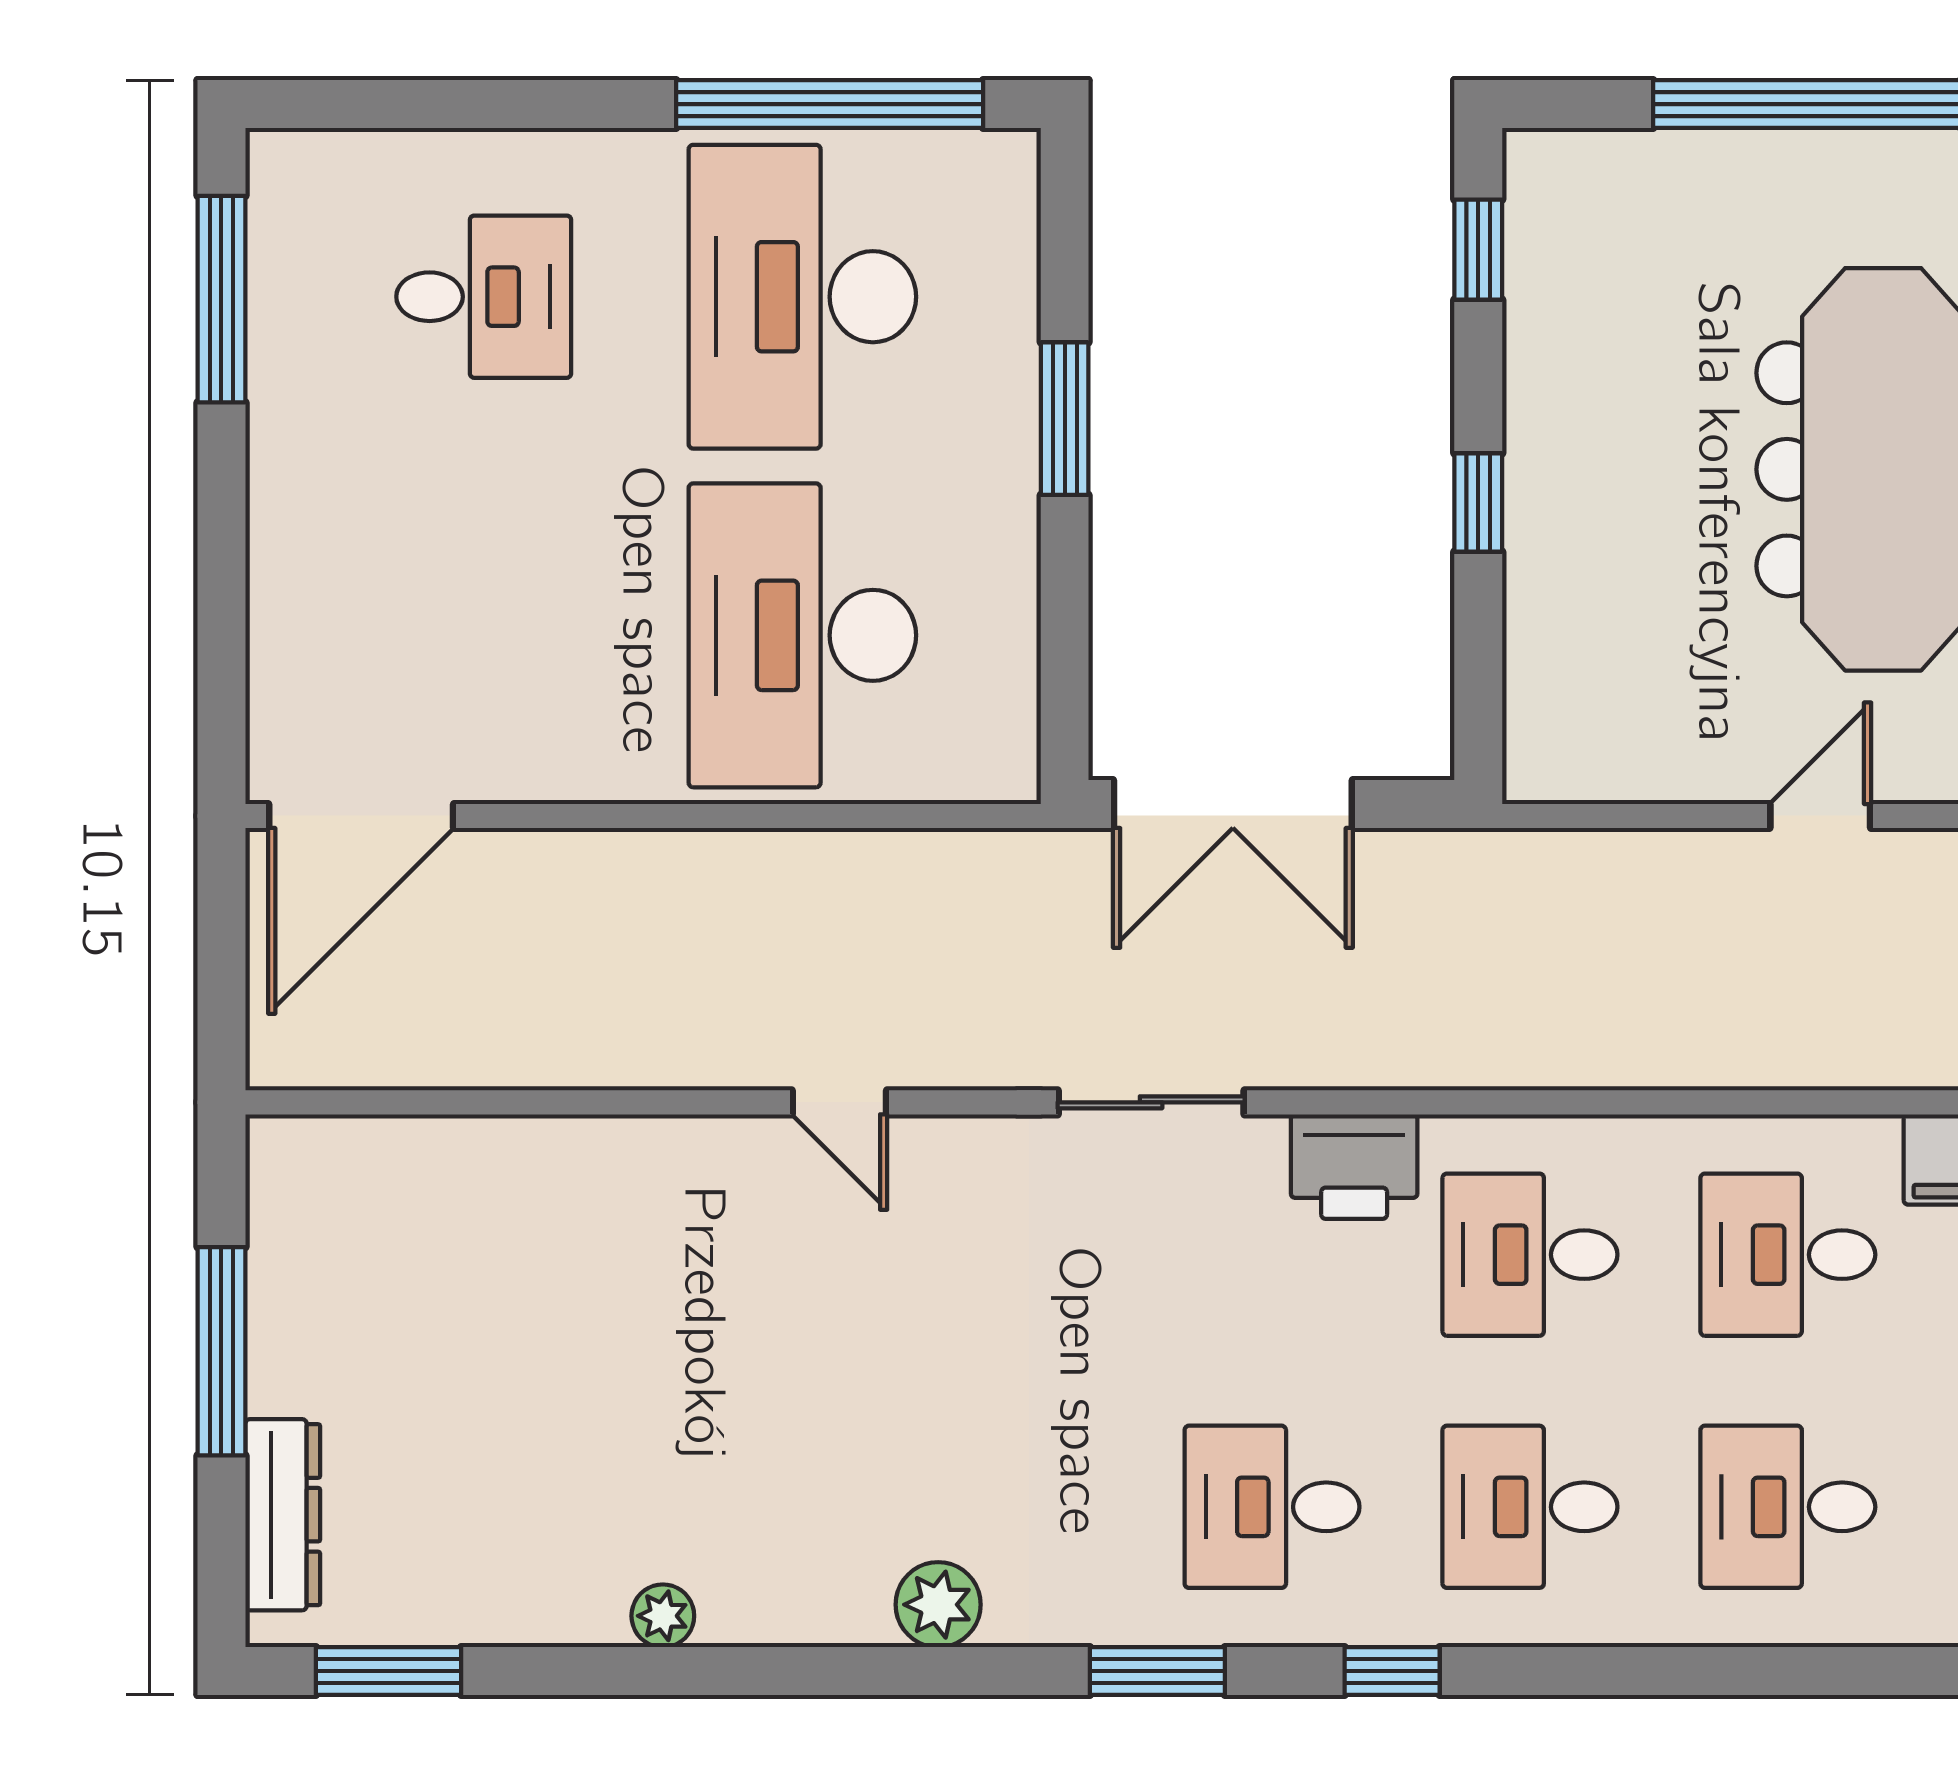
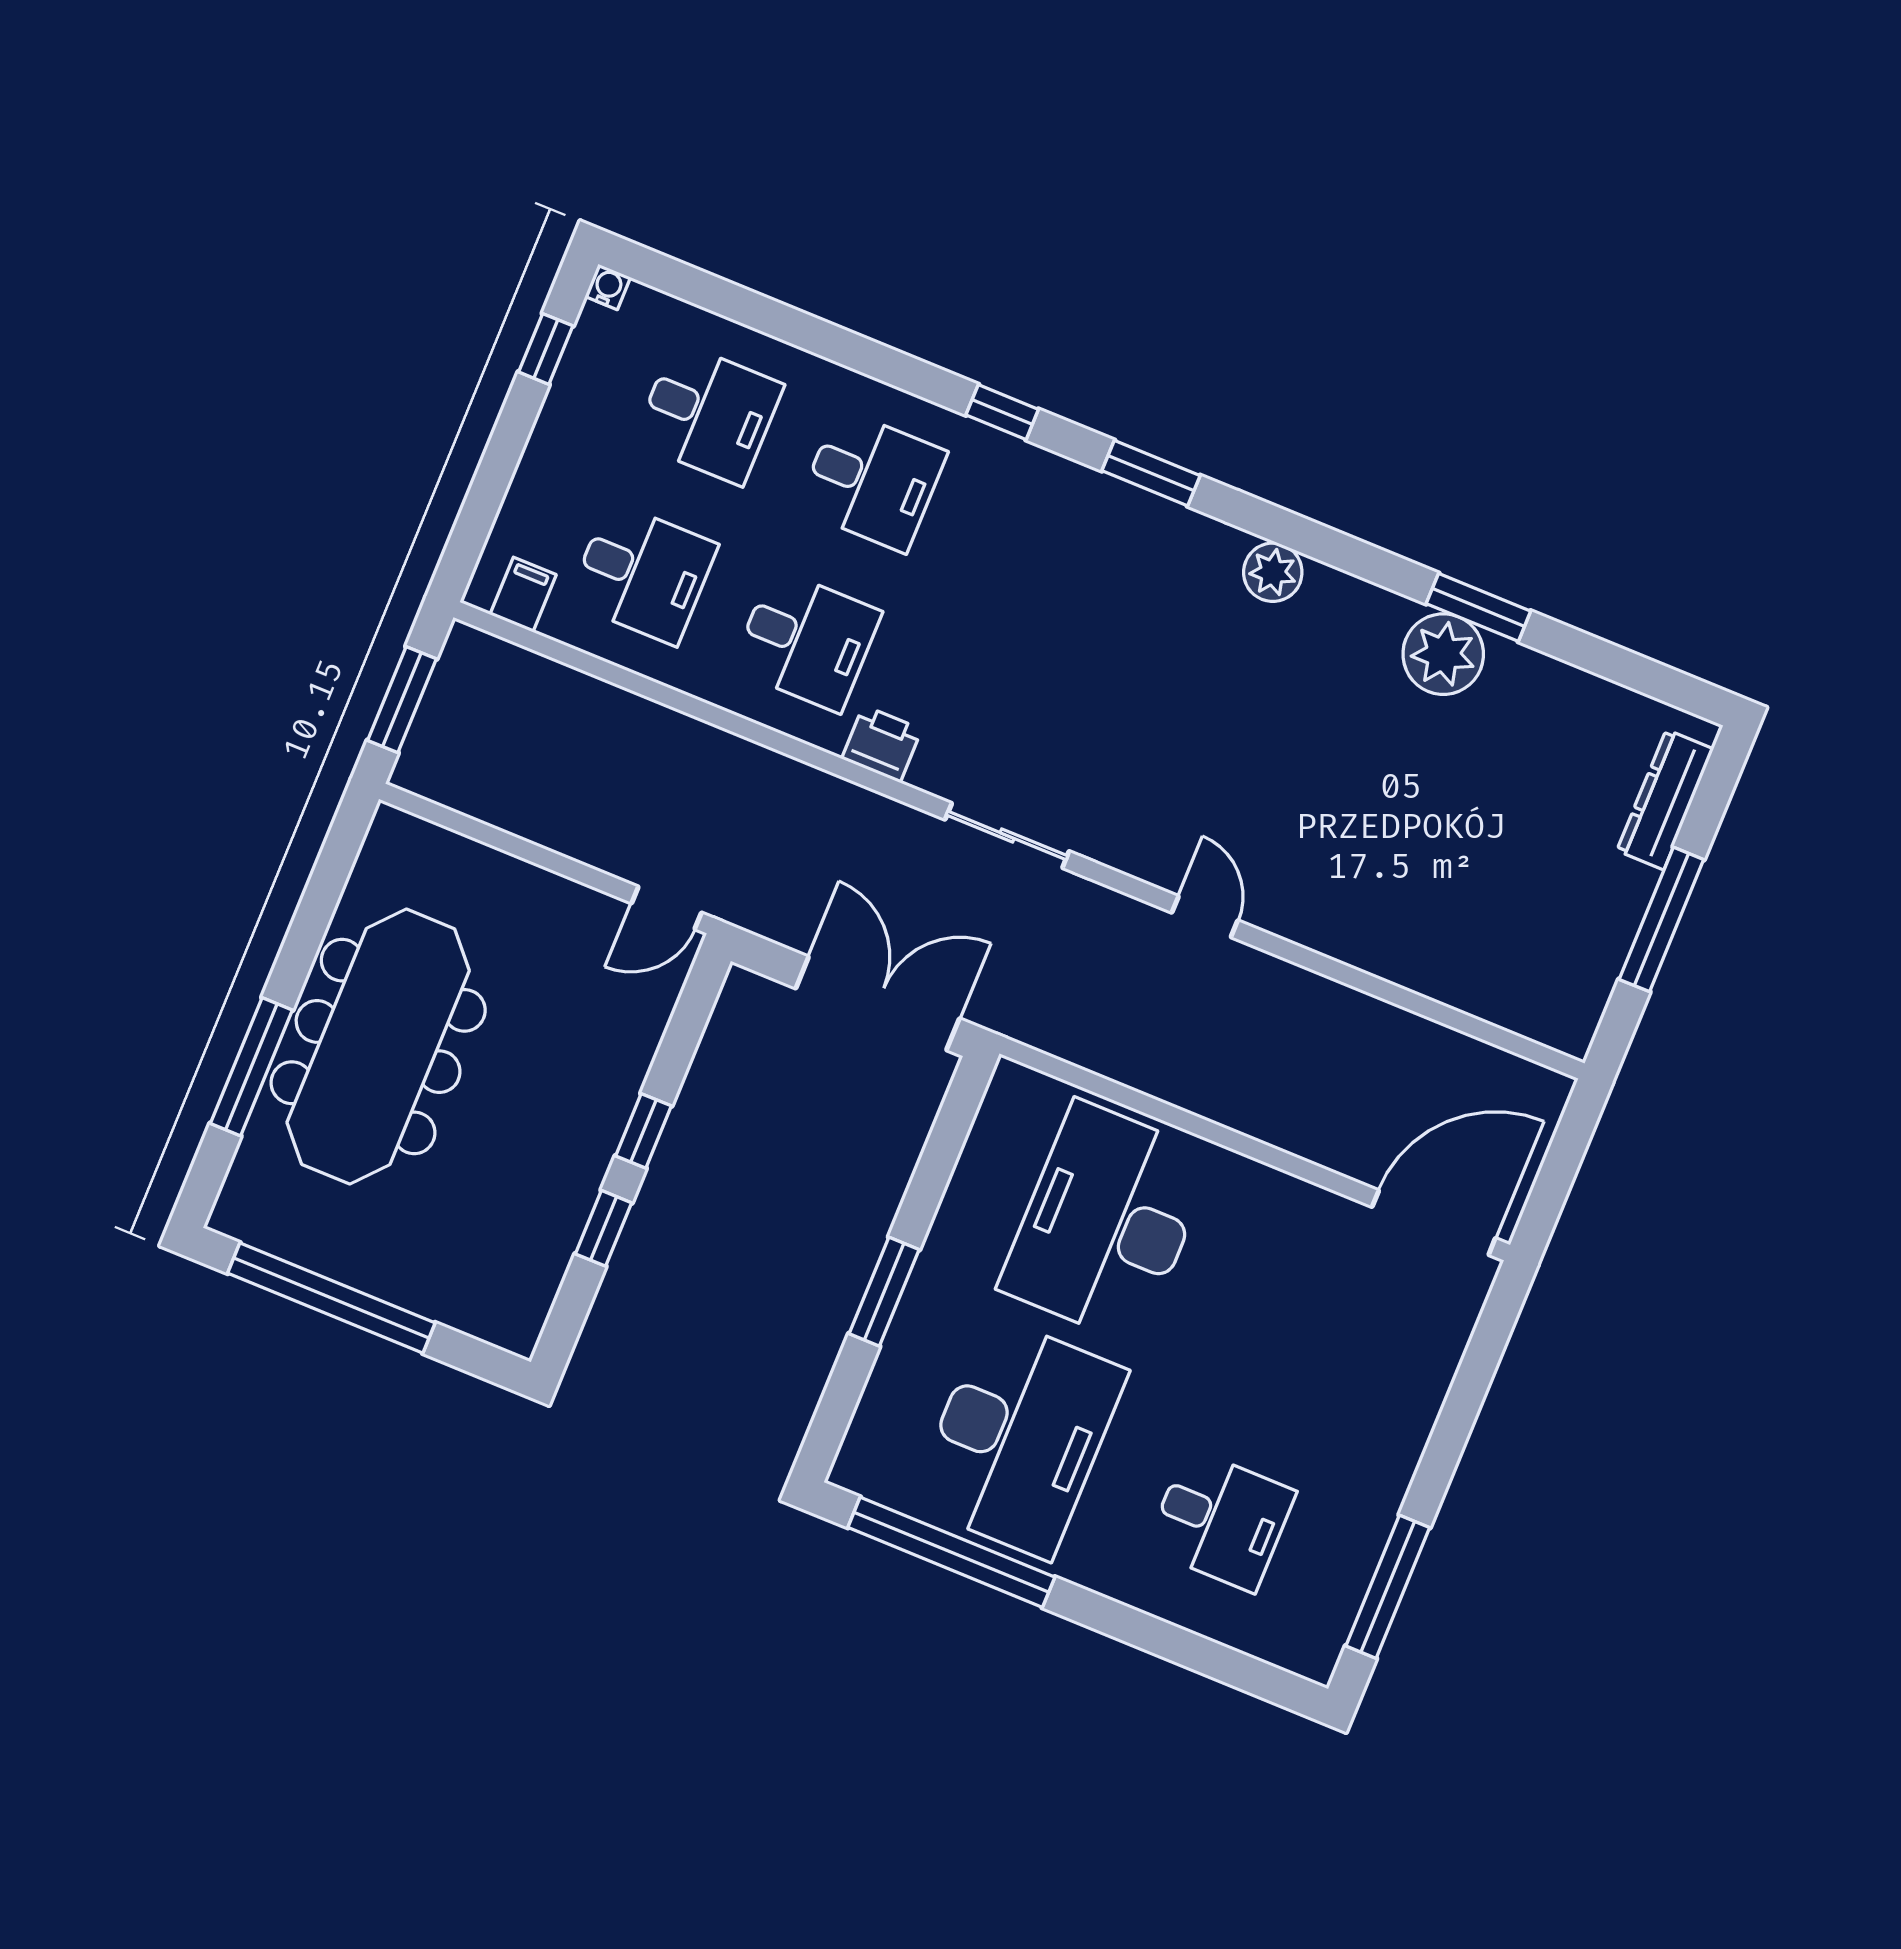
window: (1478, 250) -> (604, 1228), moved
desk: (484, 297) -> (1221, 1520), turned 180
desk: (802, 635) -> (1107, 1222), turned 180
door: (1820, 816) -> (666, 908), moved
printer: (1354, 1167) -> (882, 744), width x0.73, depth x0.81
desk: (1272, 1507) -> (1036, 547), removed
plant: (663, 1616) -> (1443, 654), width x1.87, depth x1.87
window: (388, 1671) -> (1478, 607), moved

